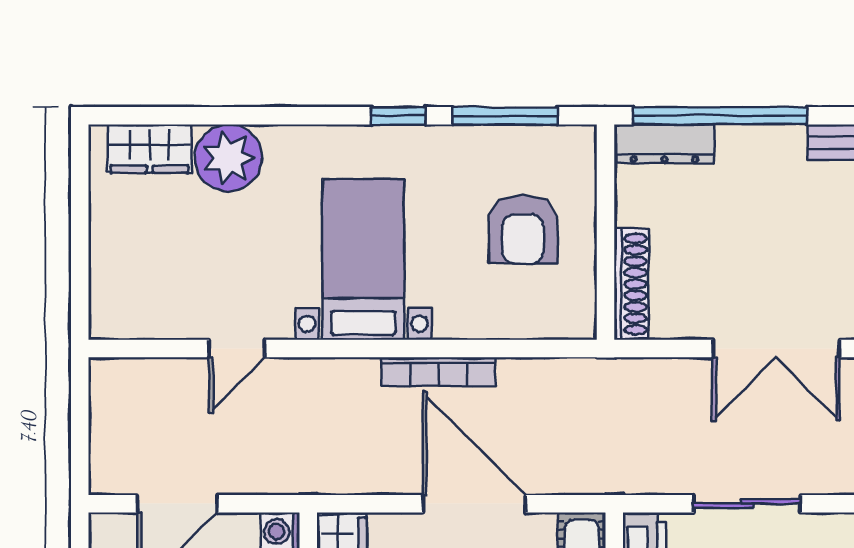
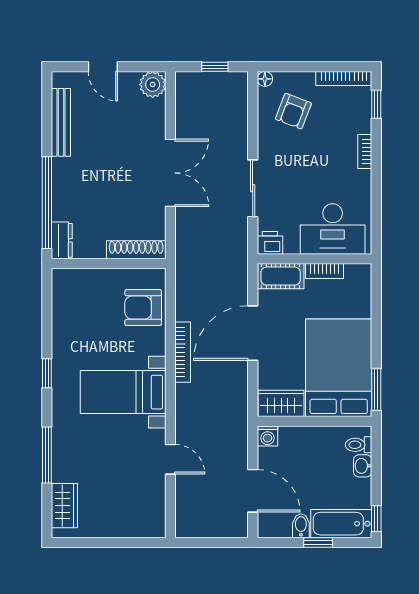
window: (505, 116) -> (47, 455), moved
dresser: (664, 144) -> (62, 240), width x0.70
plant: (228, 158) -> (69, 464), removed
armchair: (523, 229) -> (143, 308), moved, turned 180

